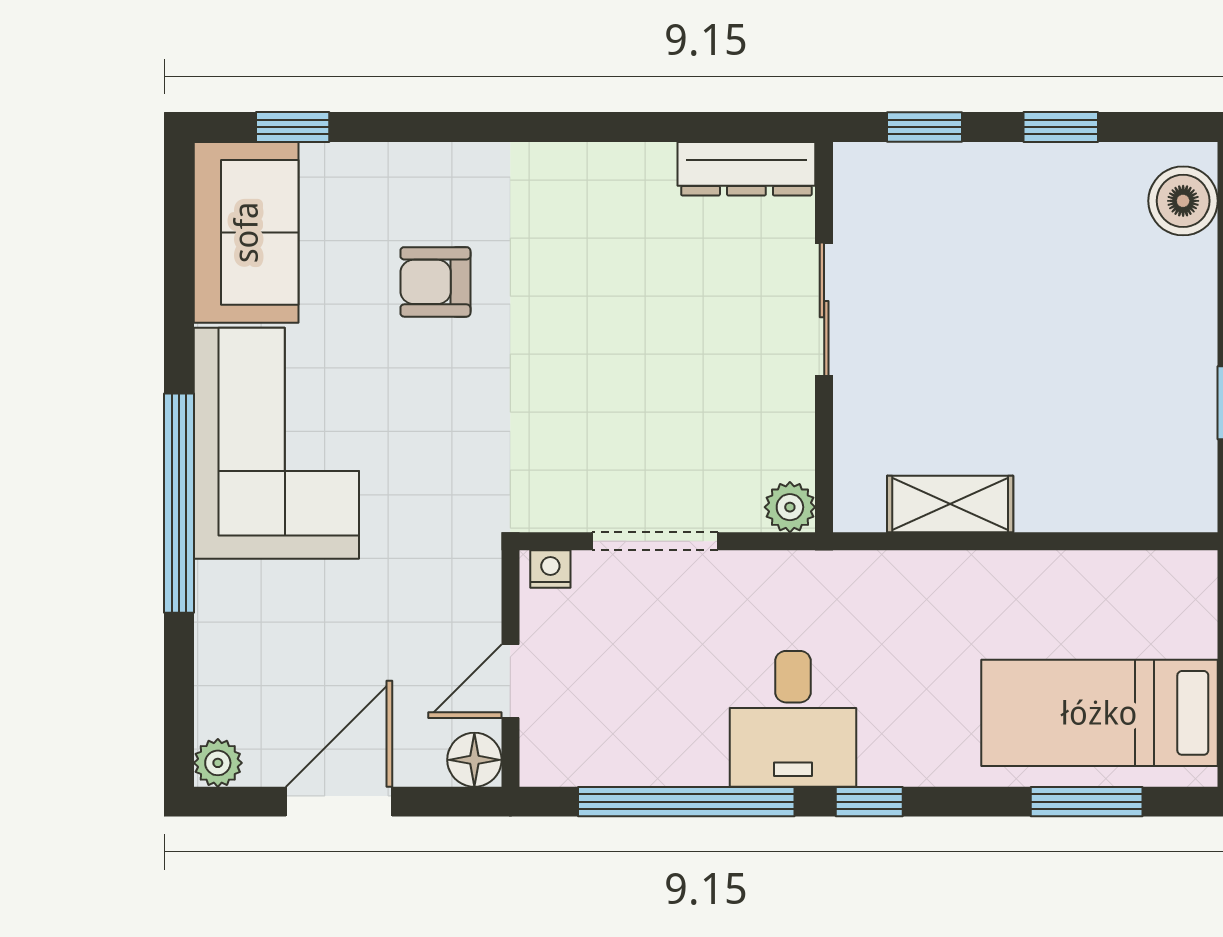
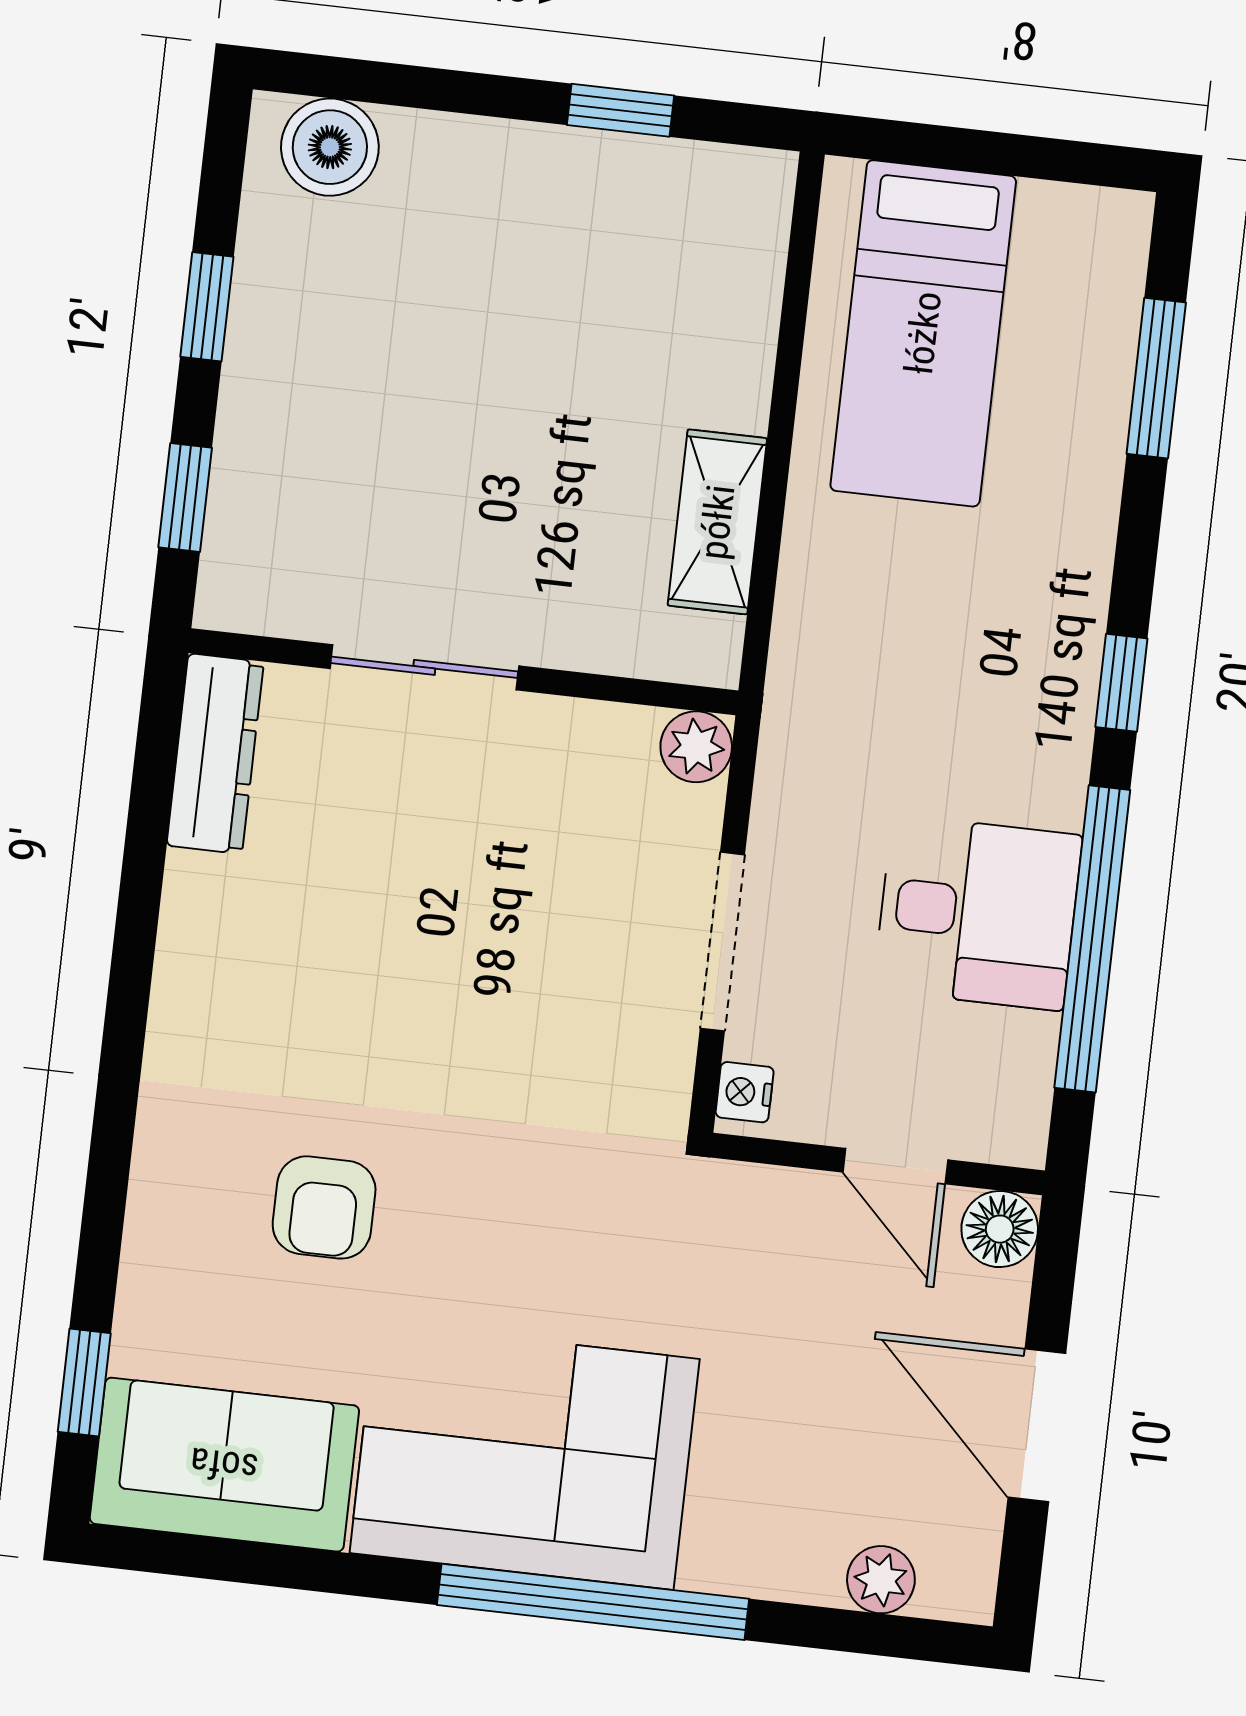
bed: (1099, 713) -> (923, 333), moved
desk: (793, 719) -> (978, 913), moved
plant: (218, 763) -> (881, 1580), moved

